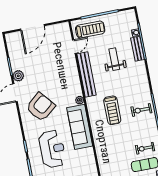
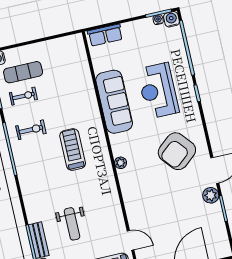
door: (74, 47) -> (131, 240), swing flipped
bench: (86, 74) -> (112, 200), removed
exercise bike: (141, 110) -> (31, 130), moved
sofa: (80, 127) -> (114, 102), moved

